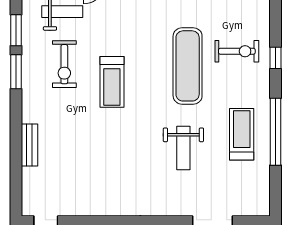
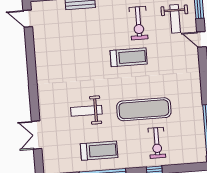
exercise bike: (64, 64) -> (138, 23), turned -90
treadmill: (112, 82) -> (129, 57), turned 180

